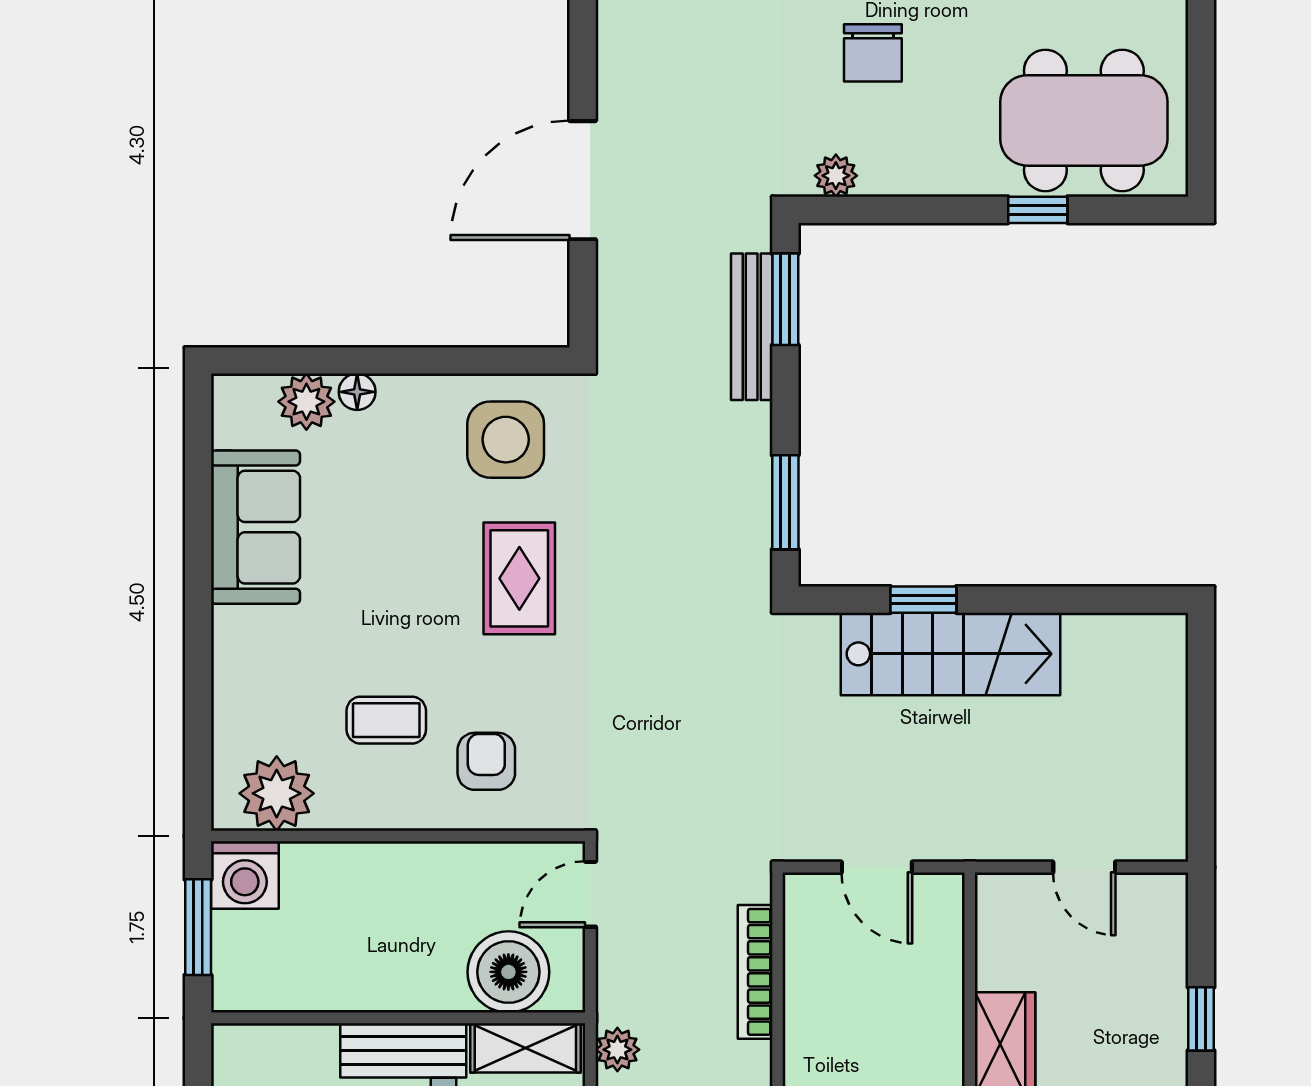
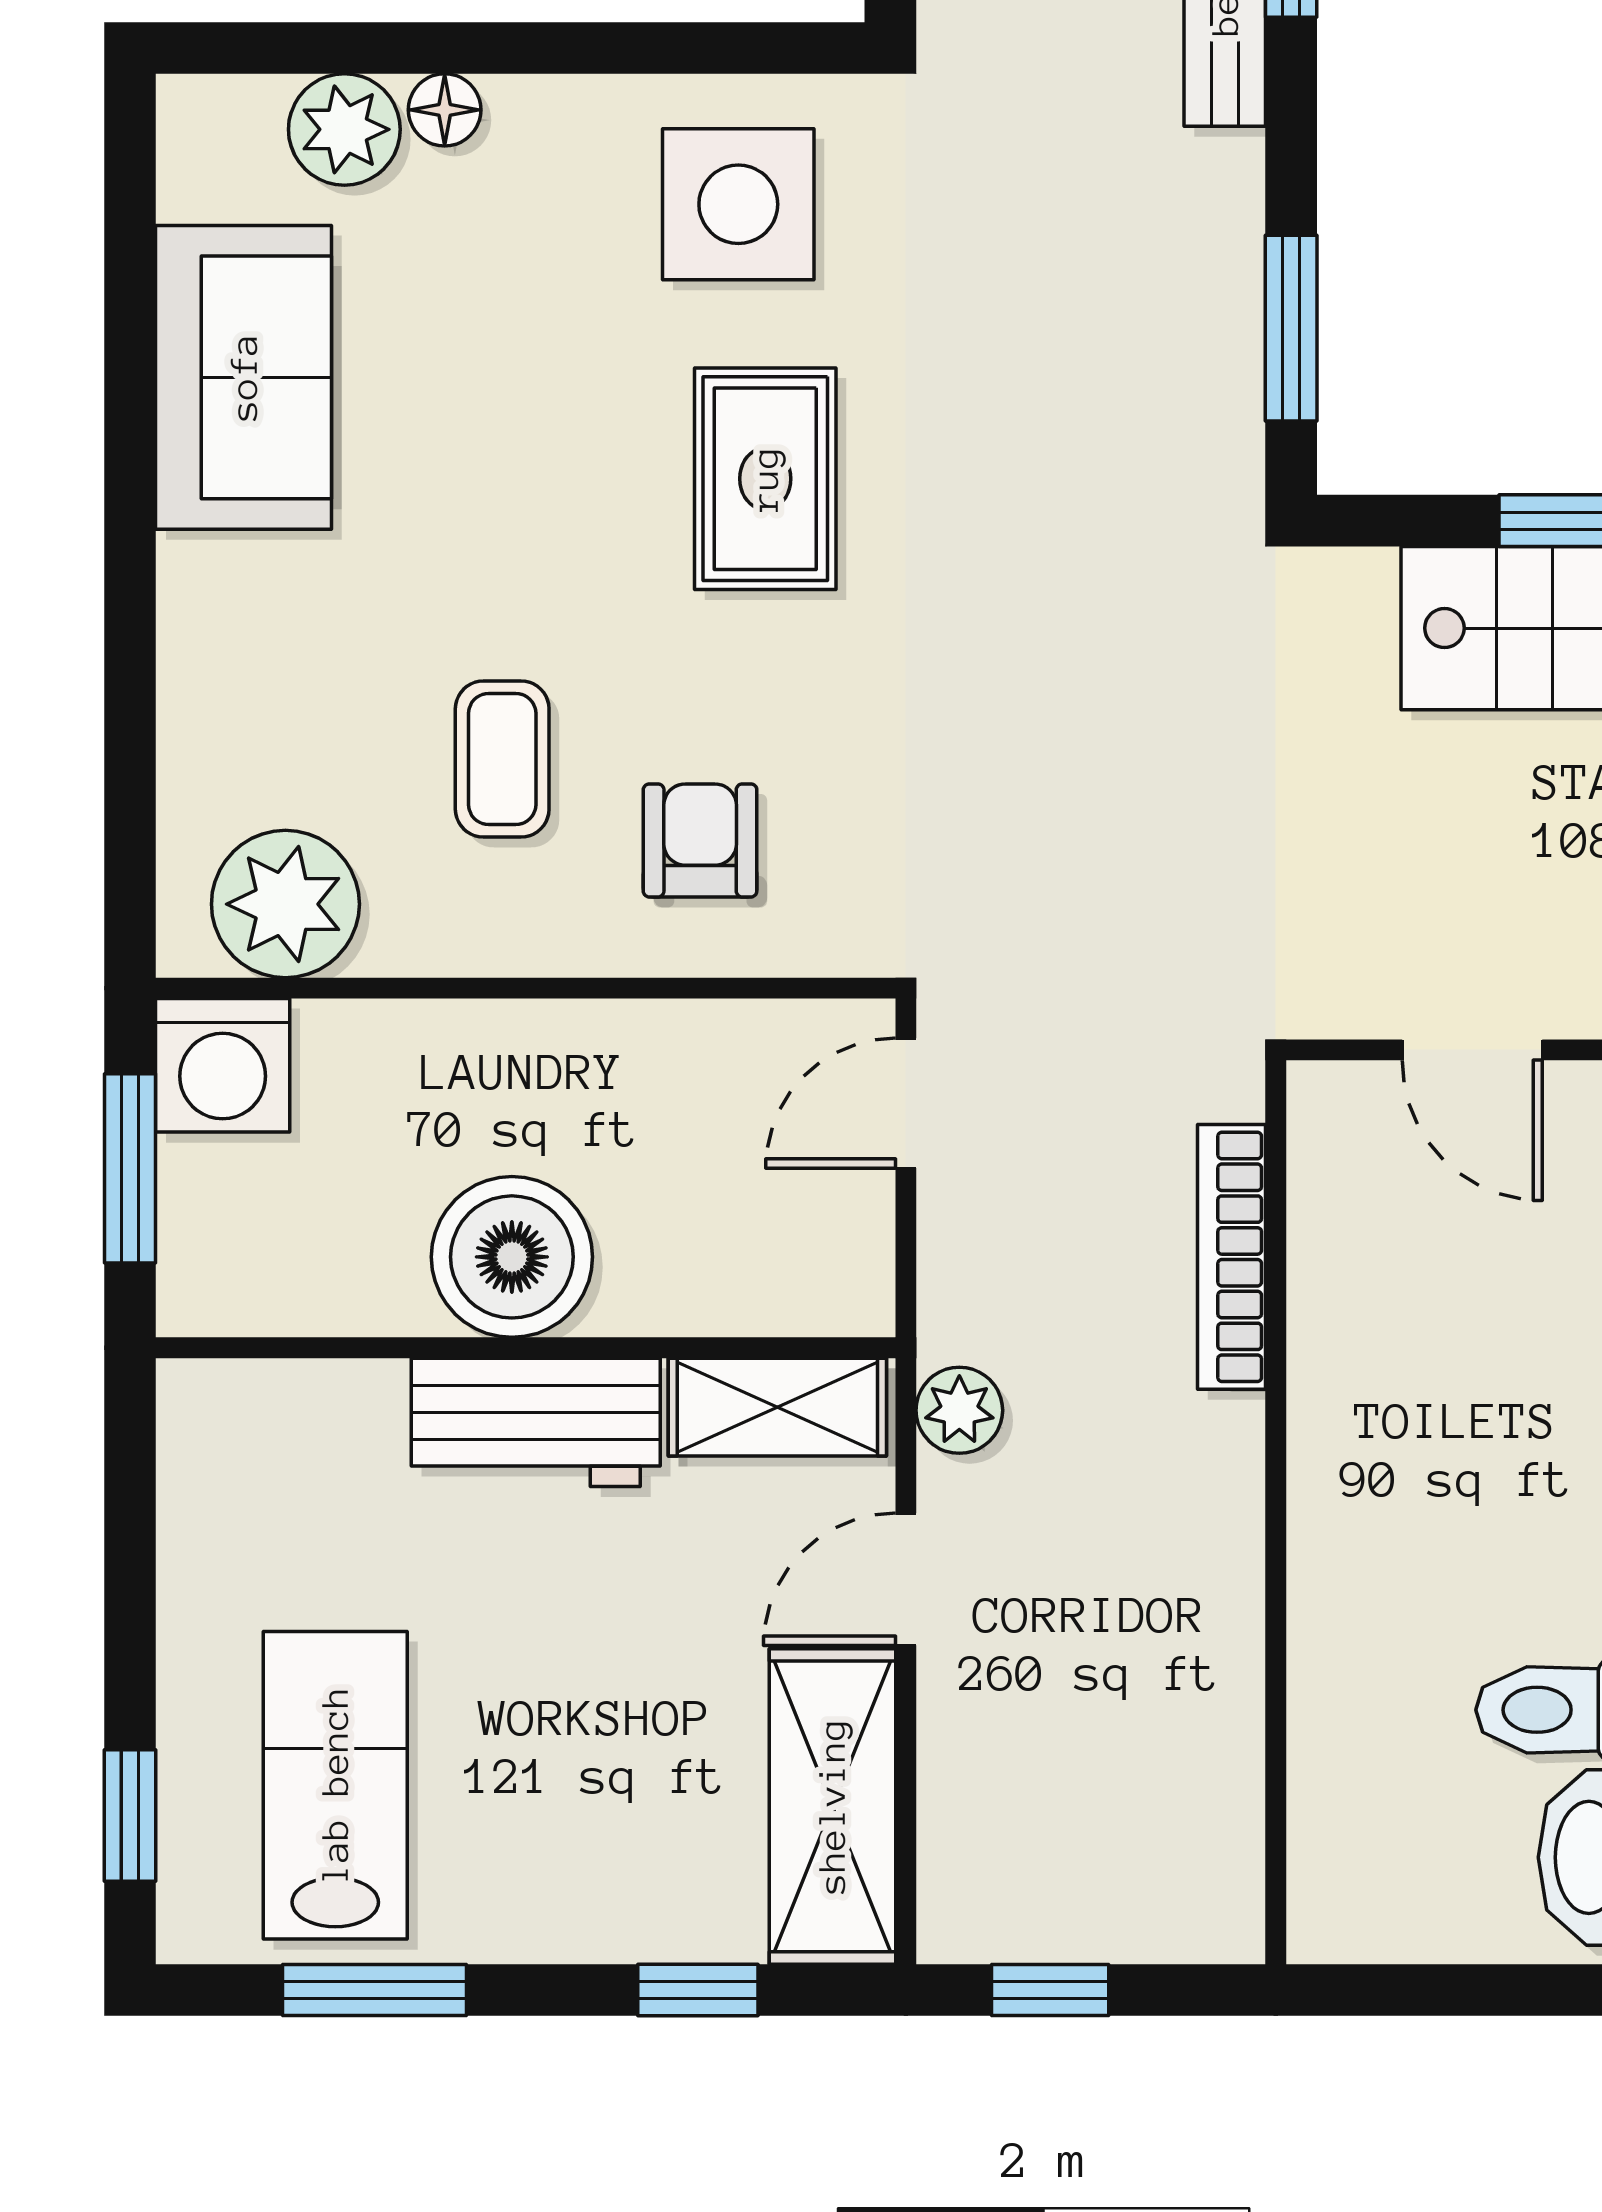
coffee table: (386, 720) -> (502, 759), turned 90
boiler: (508, 972) -> (512, 1257), moved

